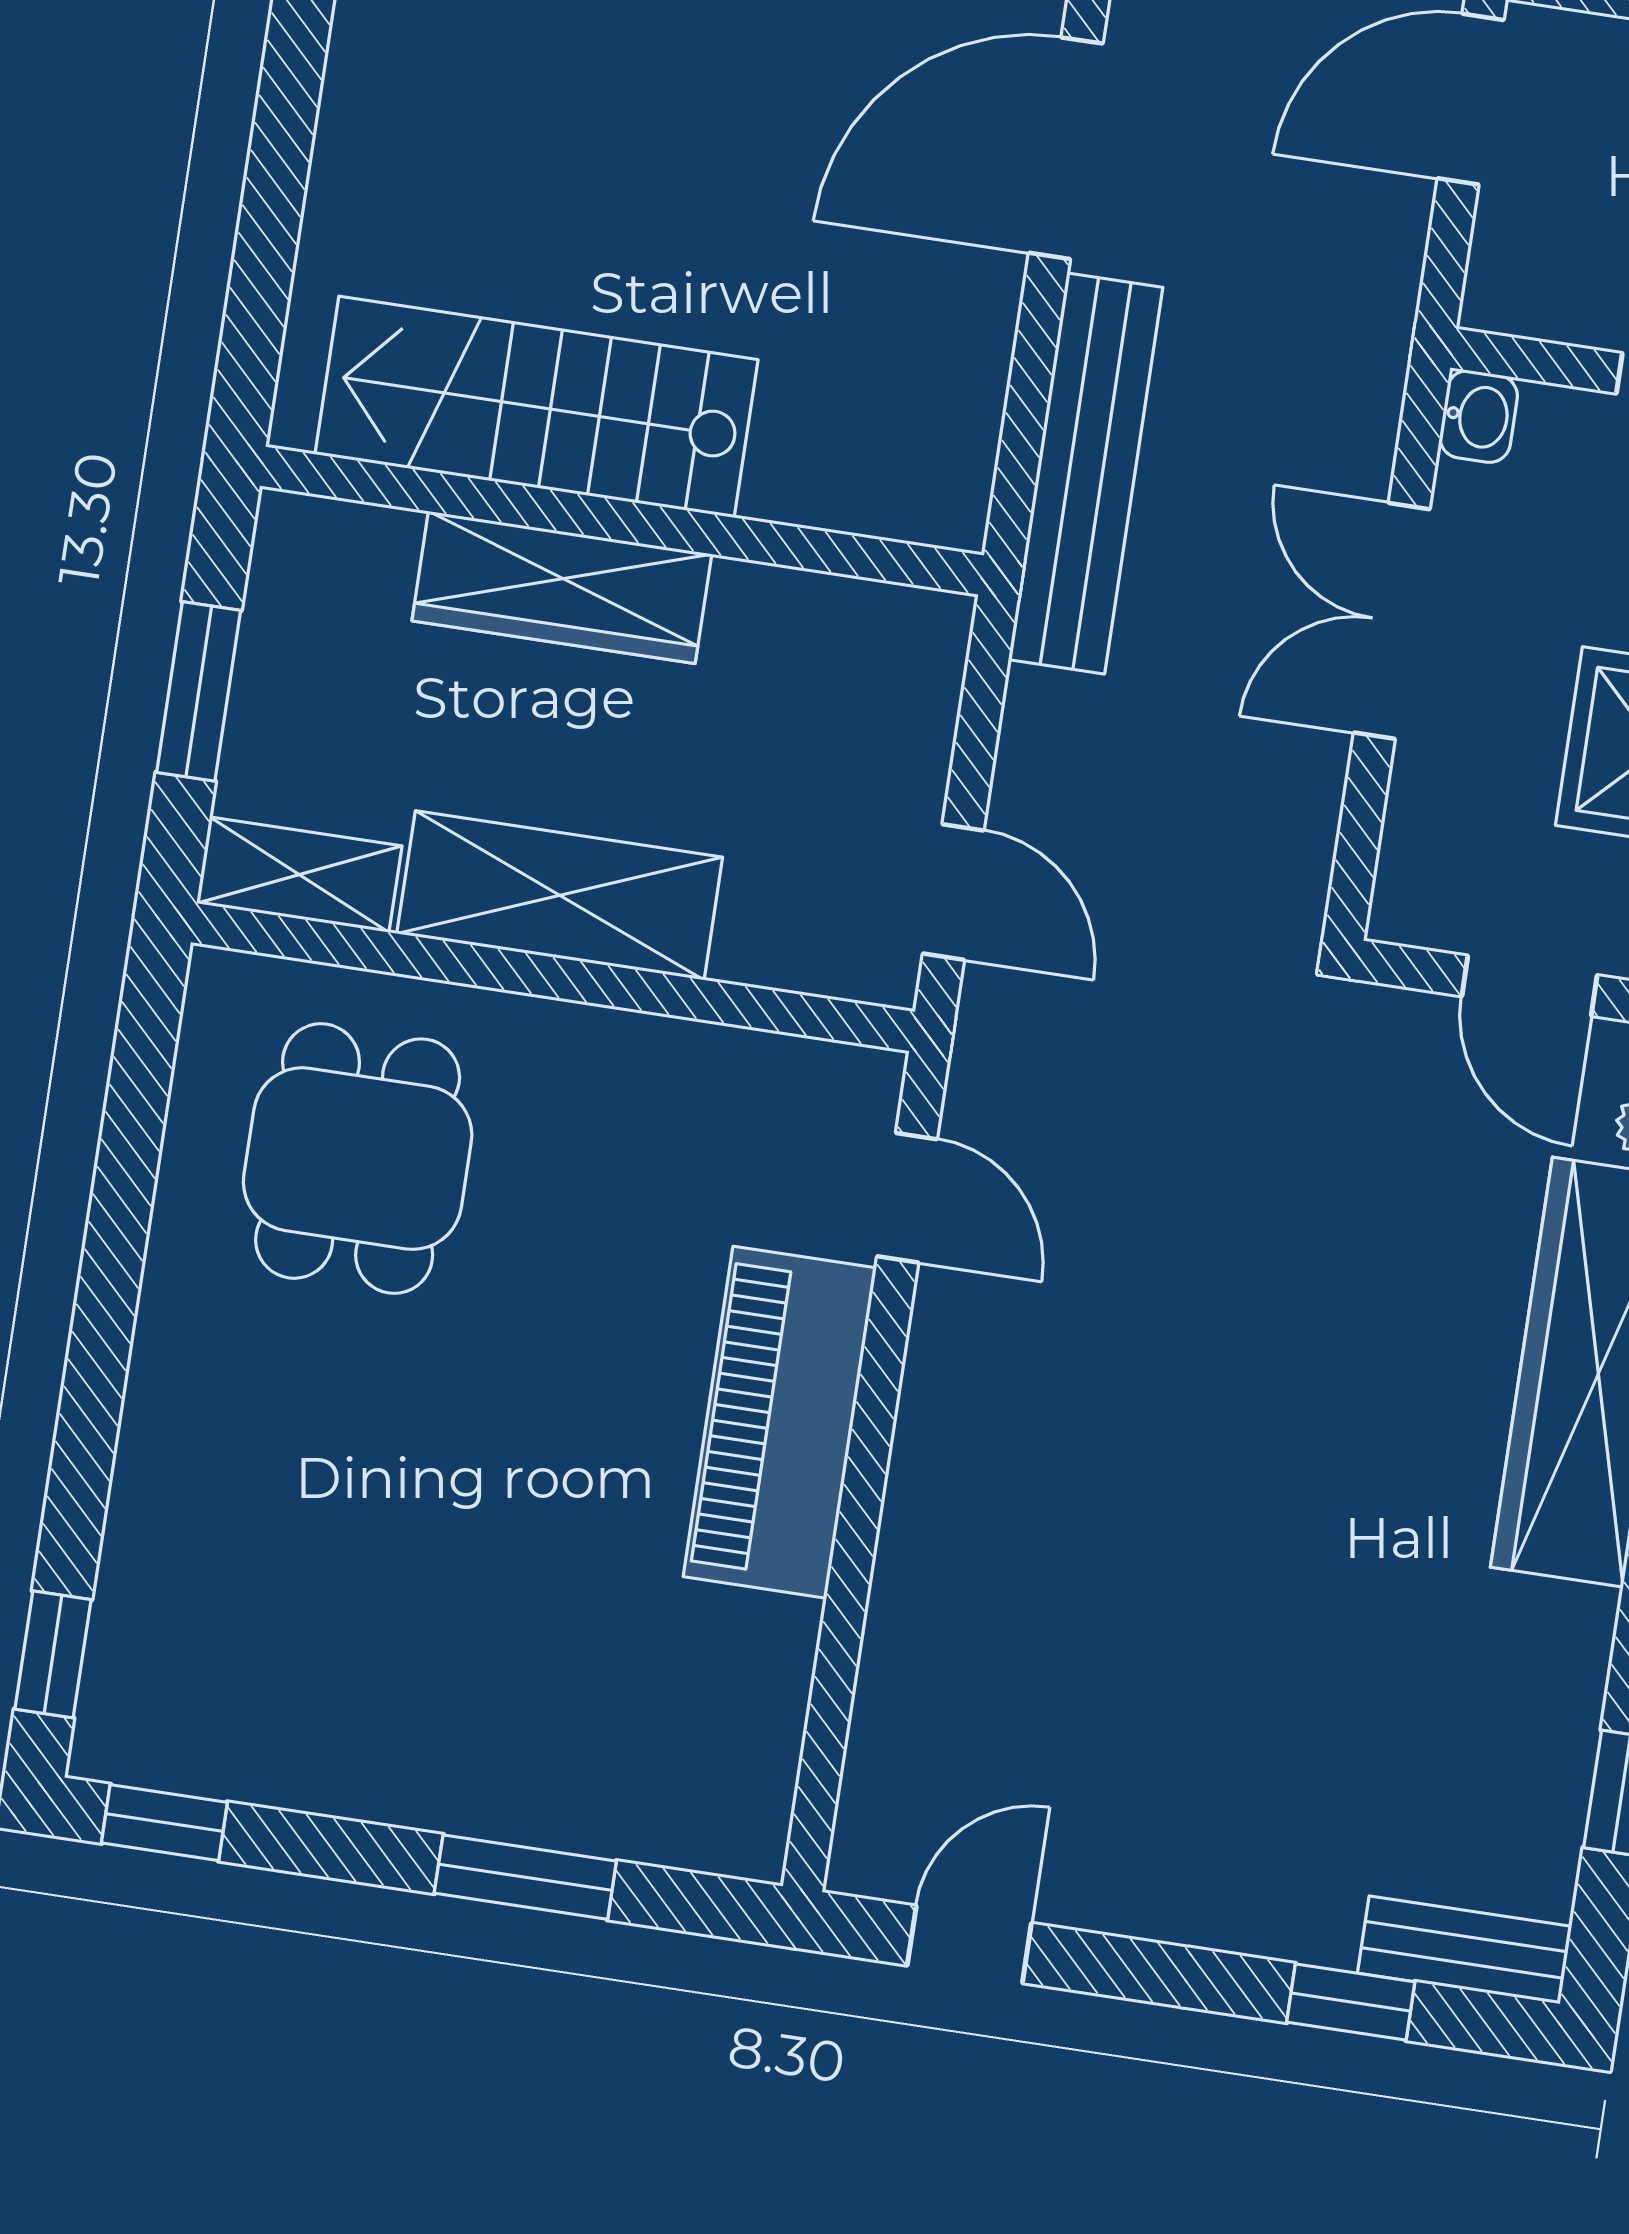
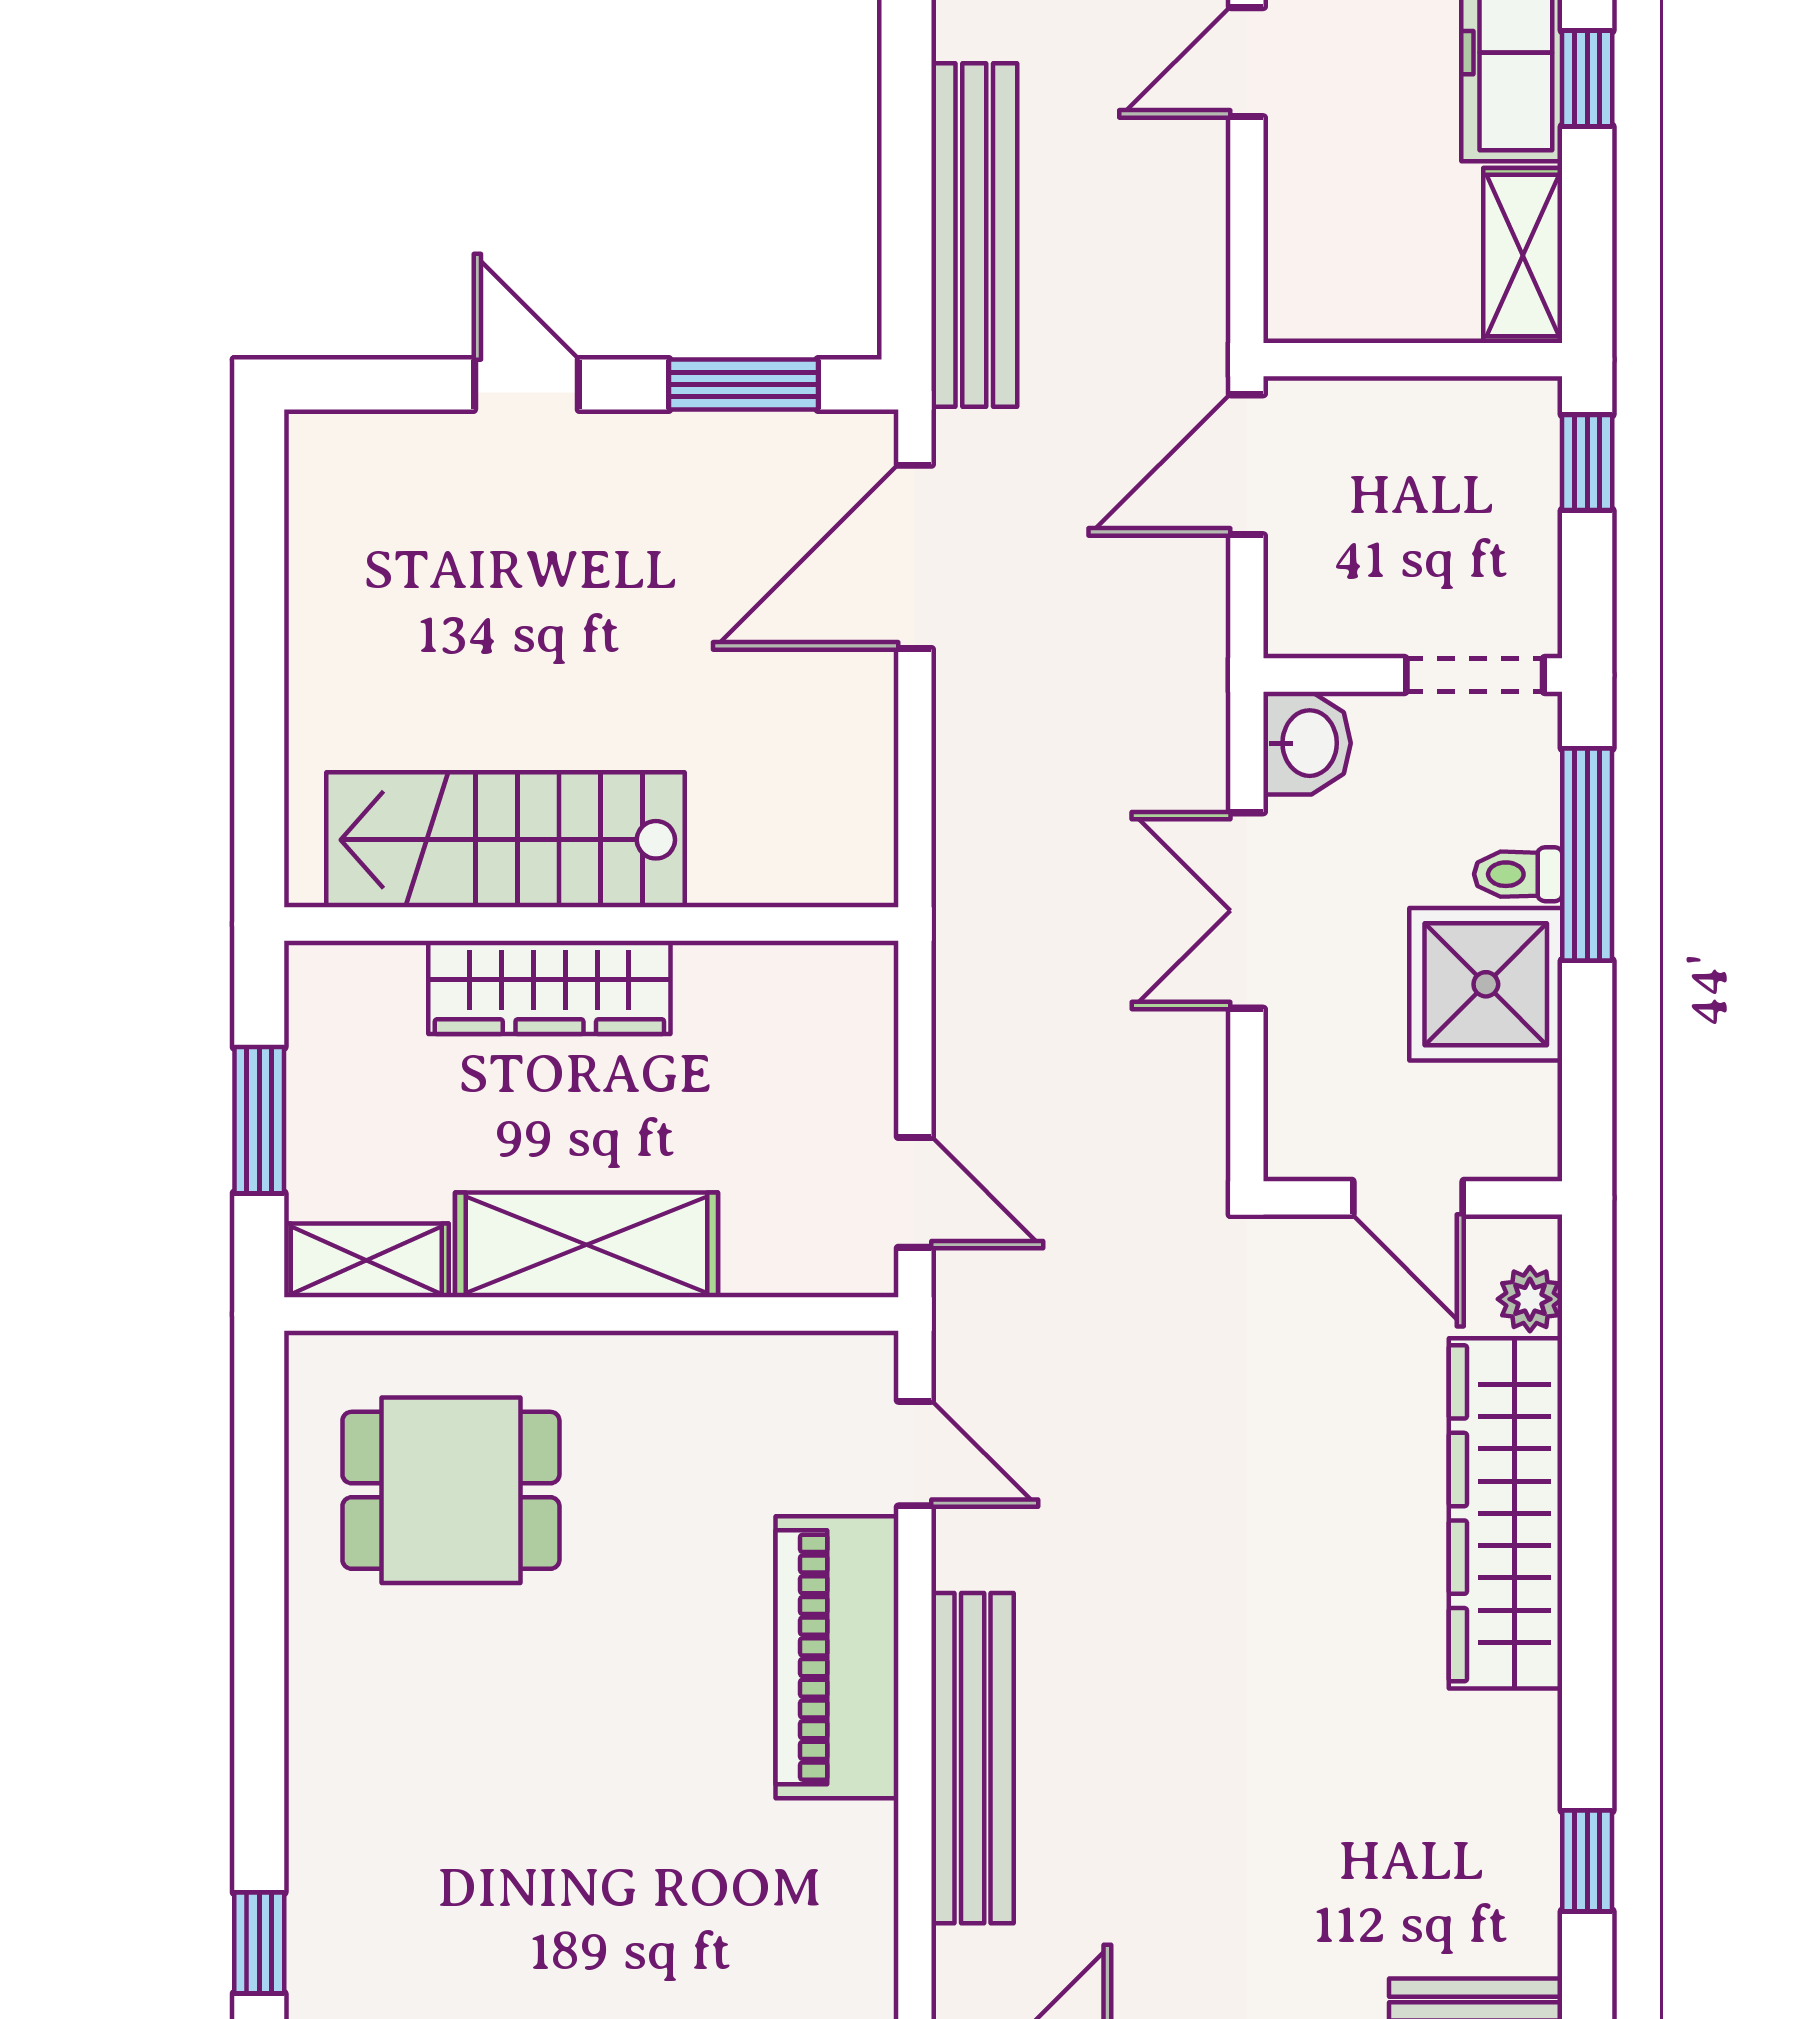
washbasin: (1479, 417) -> (1307, 743), width x1.38, depth x1.45
bench: (1086, 473) -> (973, 1758), moved
dining table: (358, 1159) -> (451, 1490), turned 90

